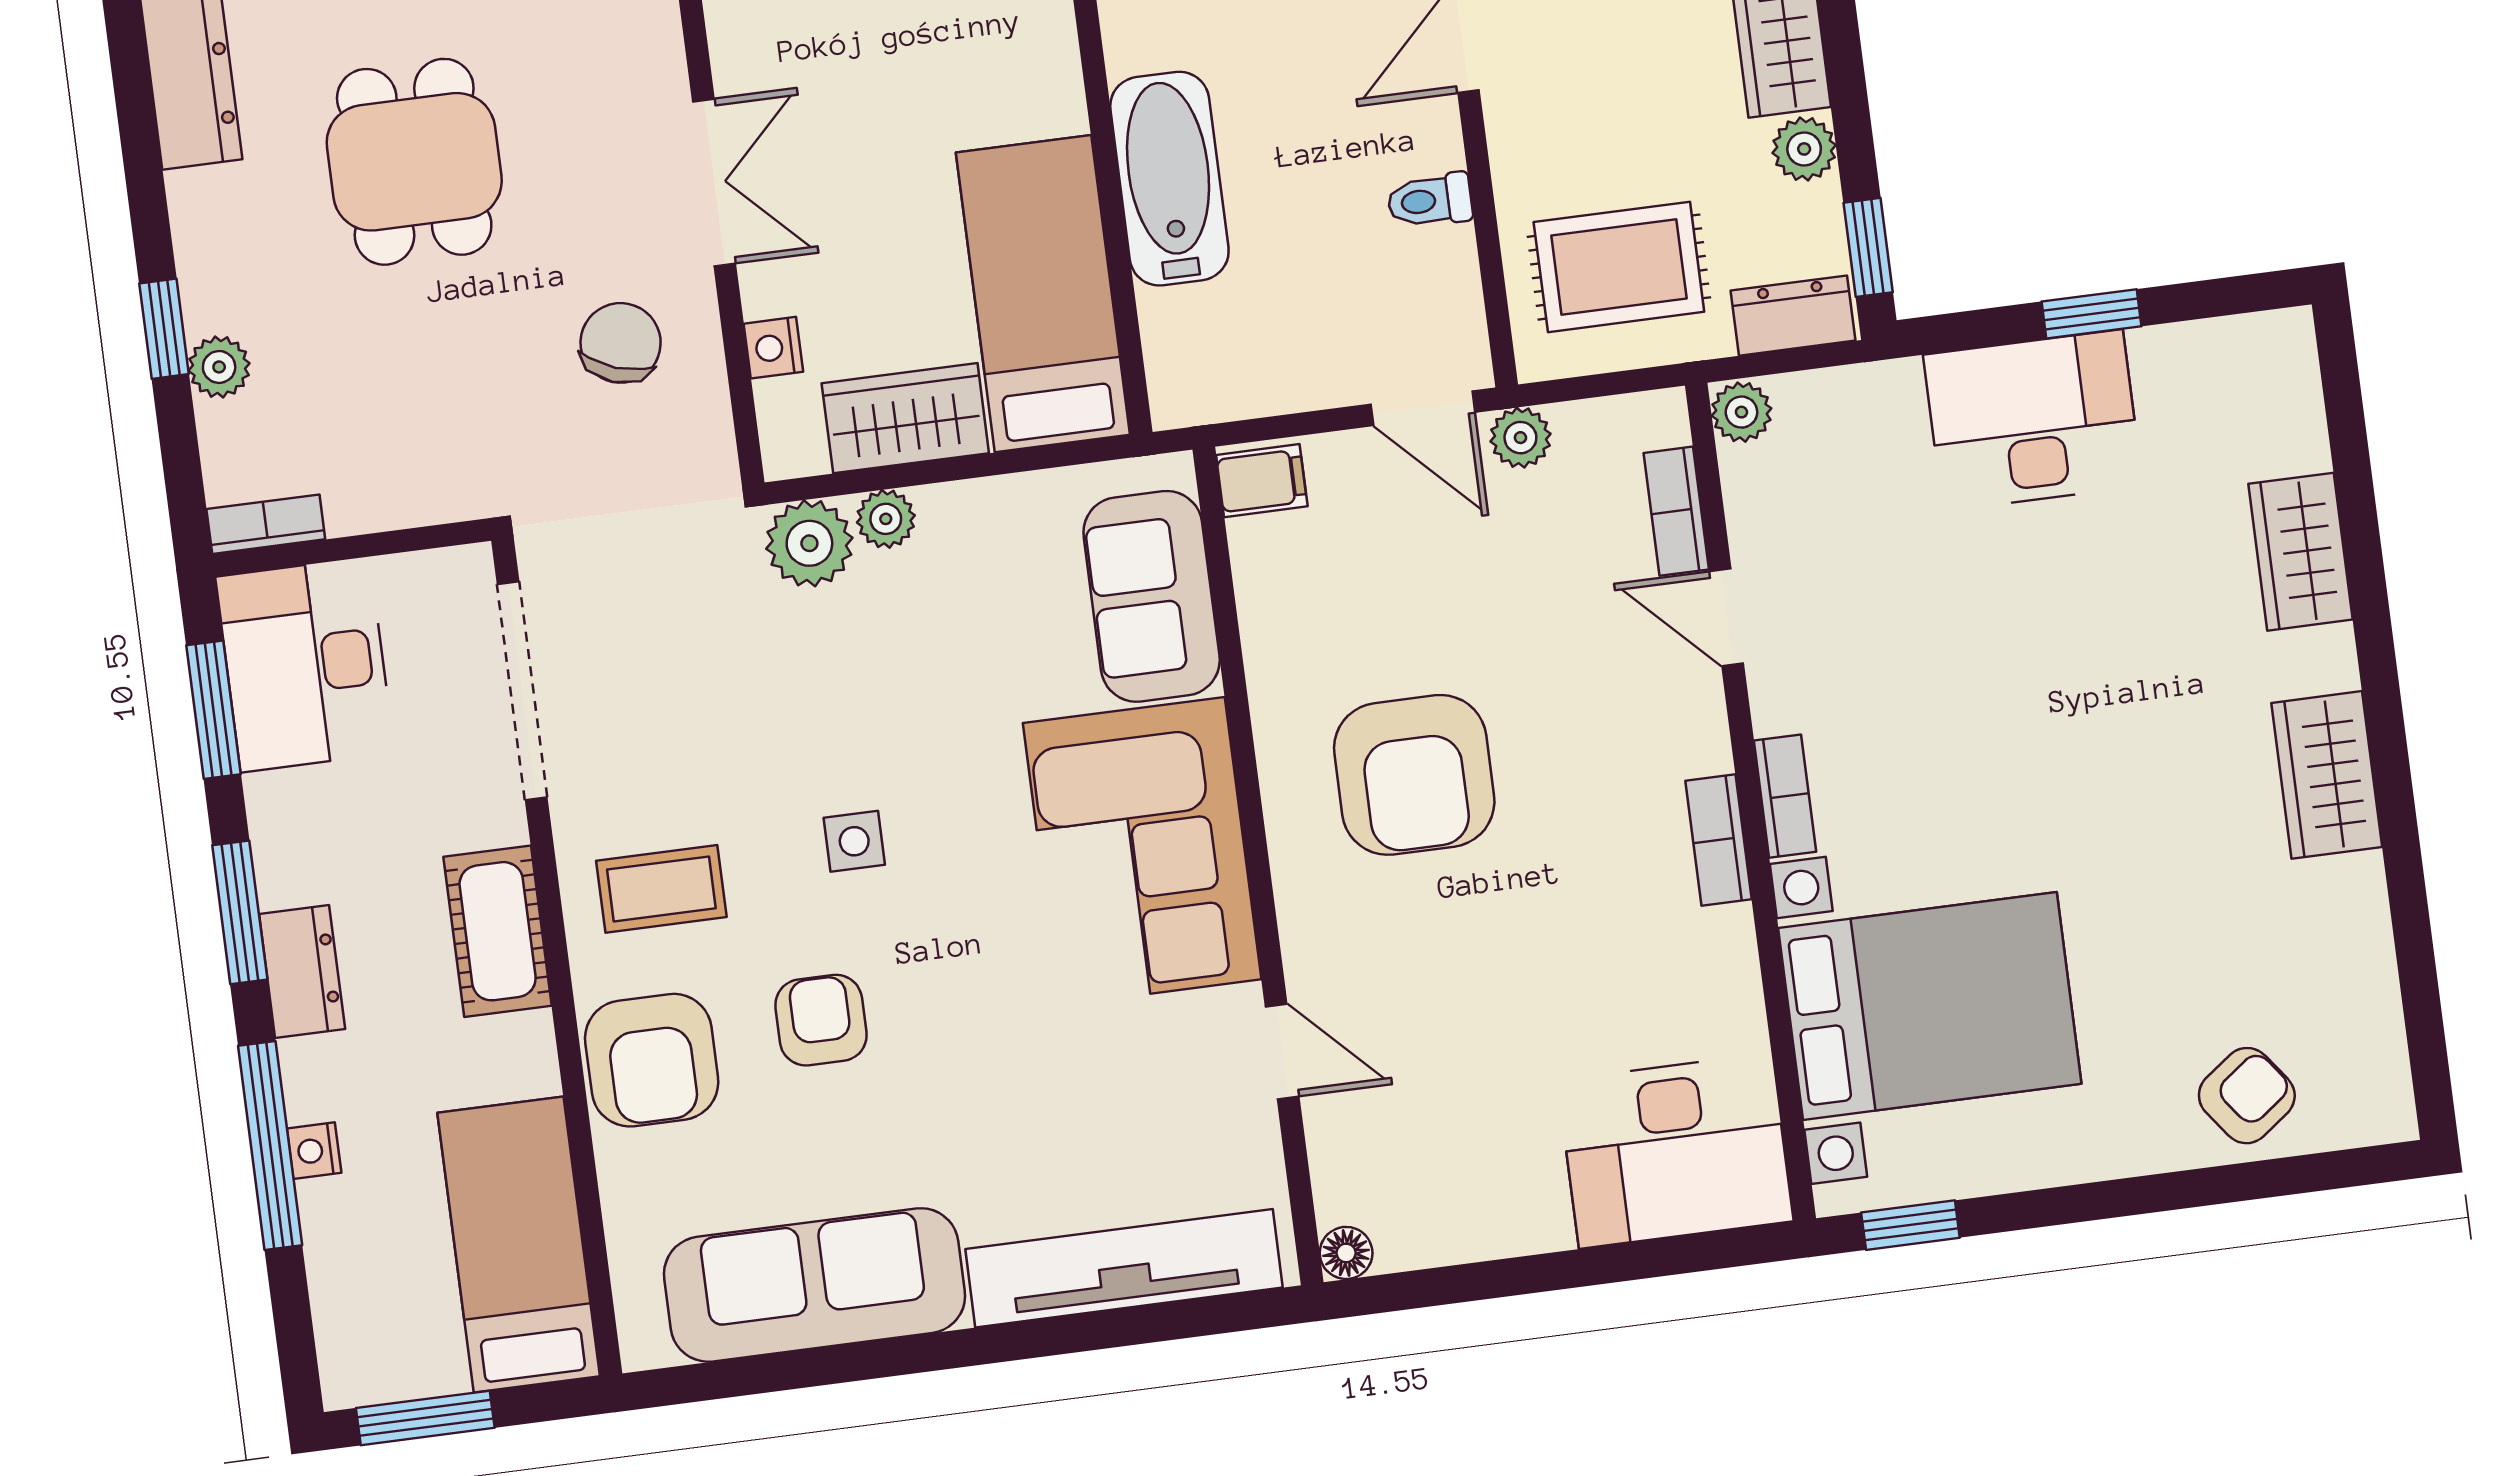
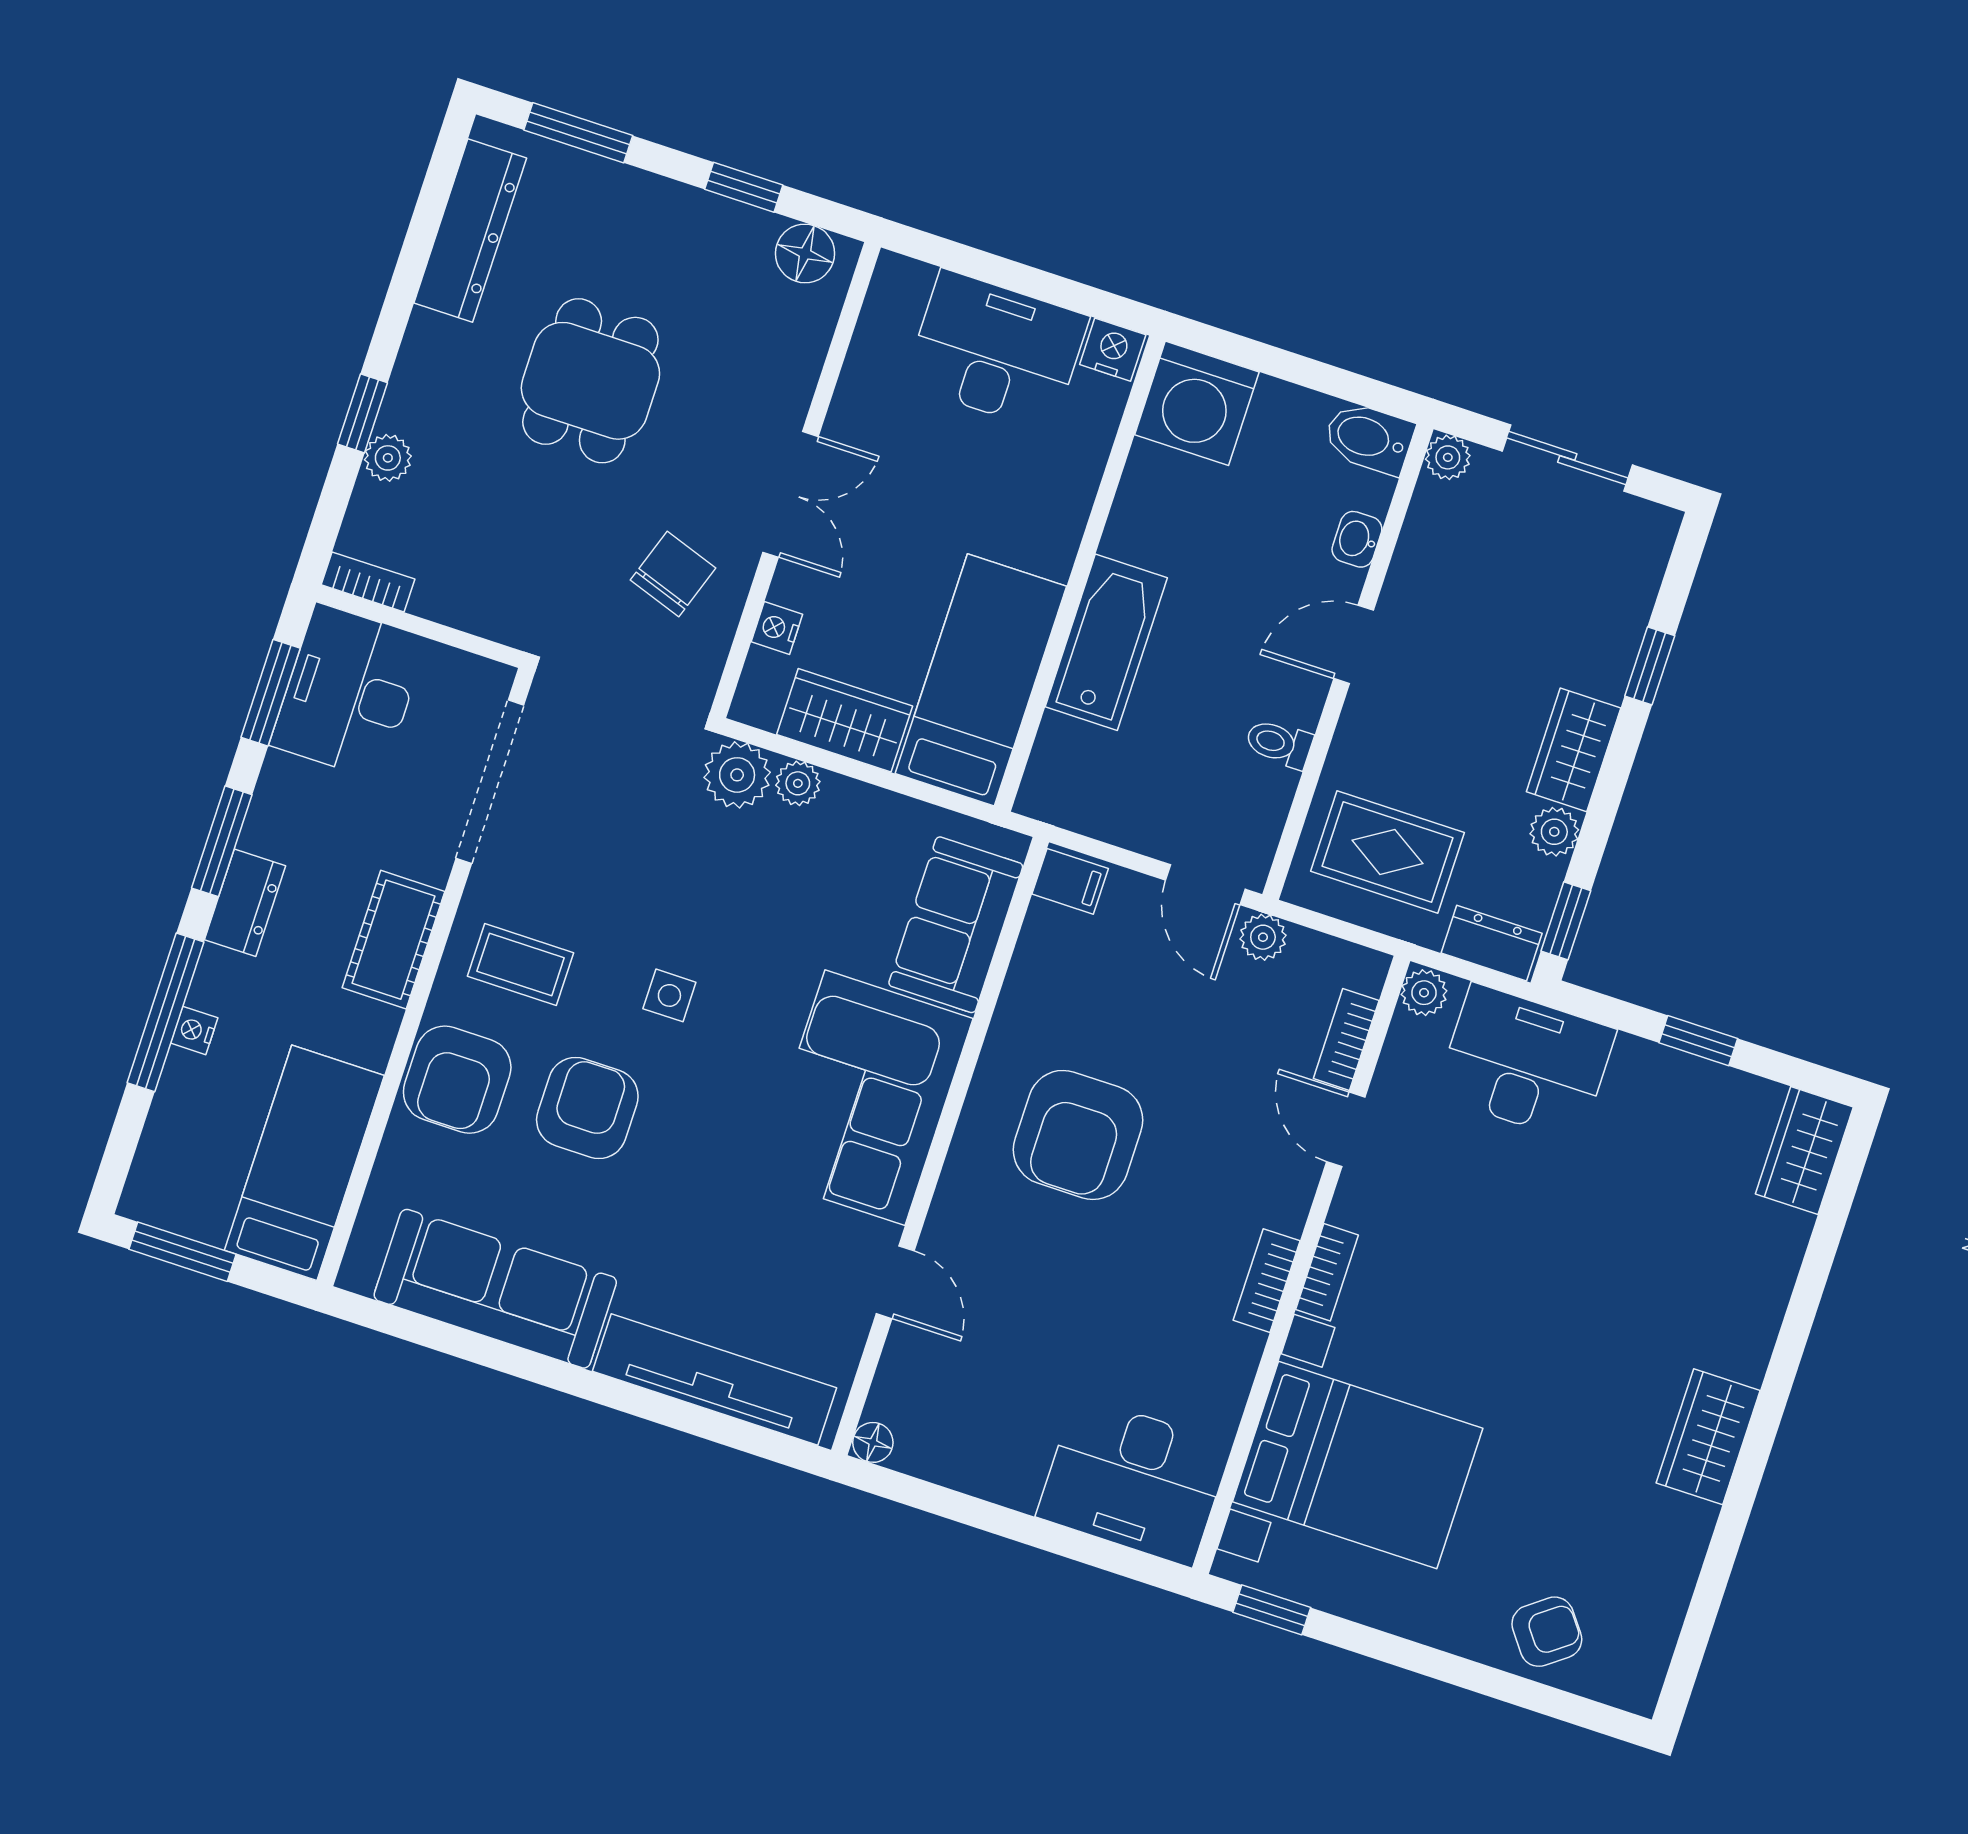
desk: (2033, 420) -> (1526, 1063), moved
wardrobe: (2300, 552) -> (1804, 1150), moved
armchair: (821, 1020) -> (587, 1108), width x1.38, depth x1.38

